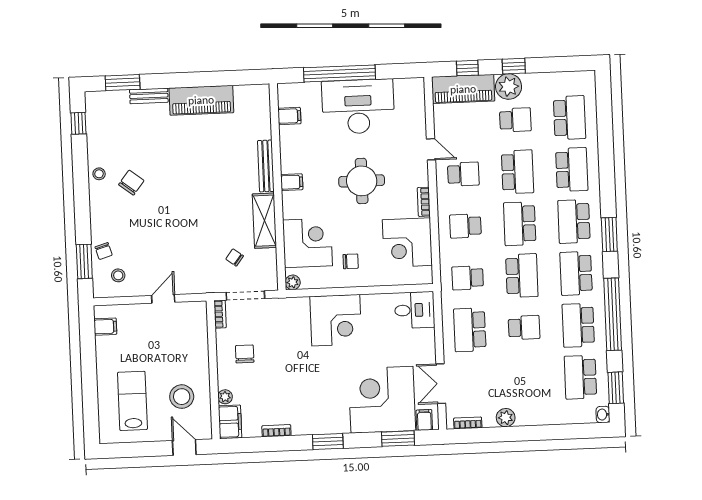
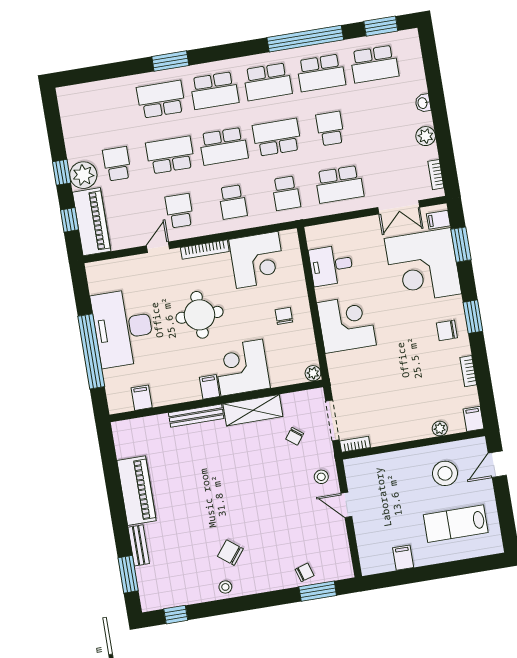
school desk: (570, 118) -> (108, 108), removed
bookcase: (424, 202) -> (205, 249), width x1.56
window: (609, 235) -> (170, 61), moved
corner desk: (308, 243) -> (242, 368), moved
stool: (118, 275) -> (321, 477), moved
desk: (415, 310) -> (331, 265), moved, turned -90
filing cabinet: (105, 327) -> (403, 558), moved
chair: (245, 354) -> (447, 330), moved
washbasin: (603, 415) -> (423, 103), moved, turned 90
filing cabinet: (230, 422) -> (473, 419), width x0.50

